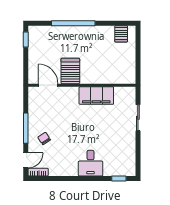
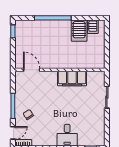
server rack: (70, 71) -> (79, 31), moved, turned 180

